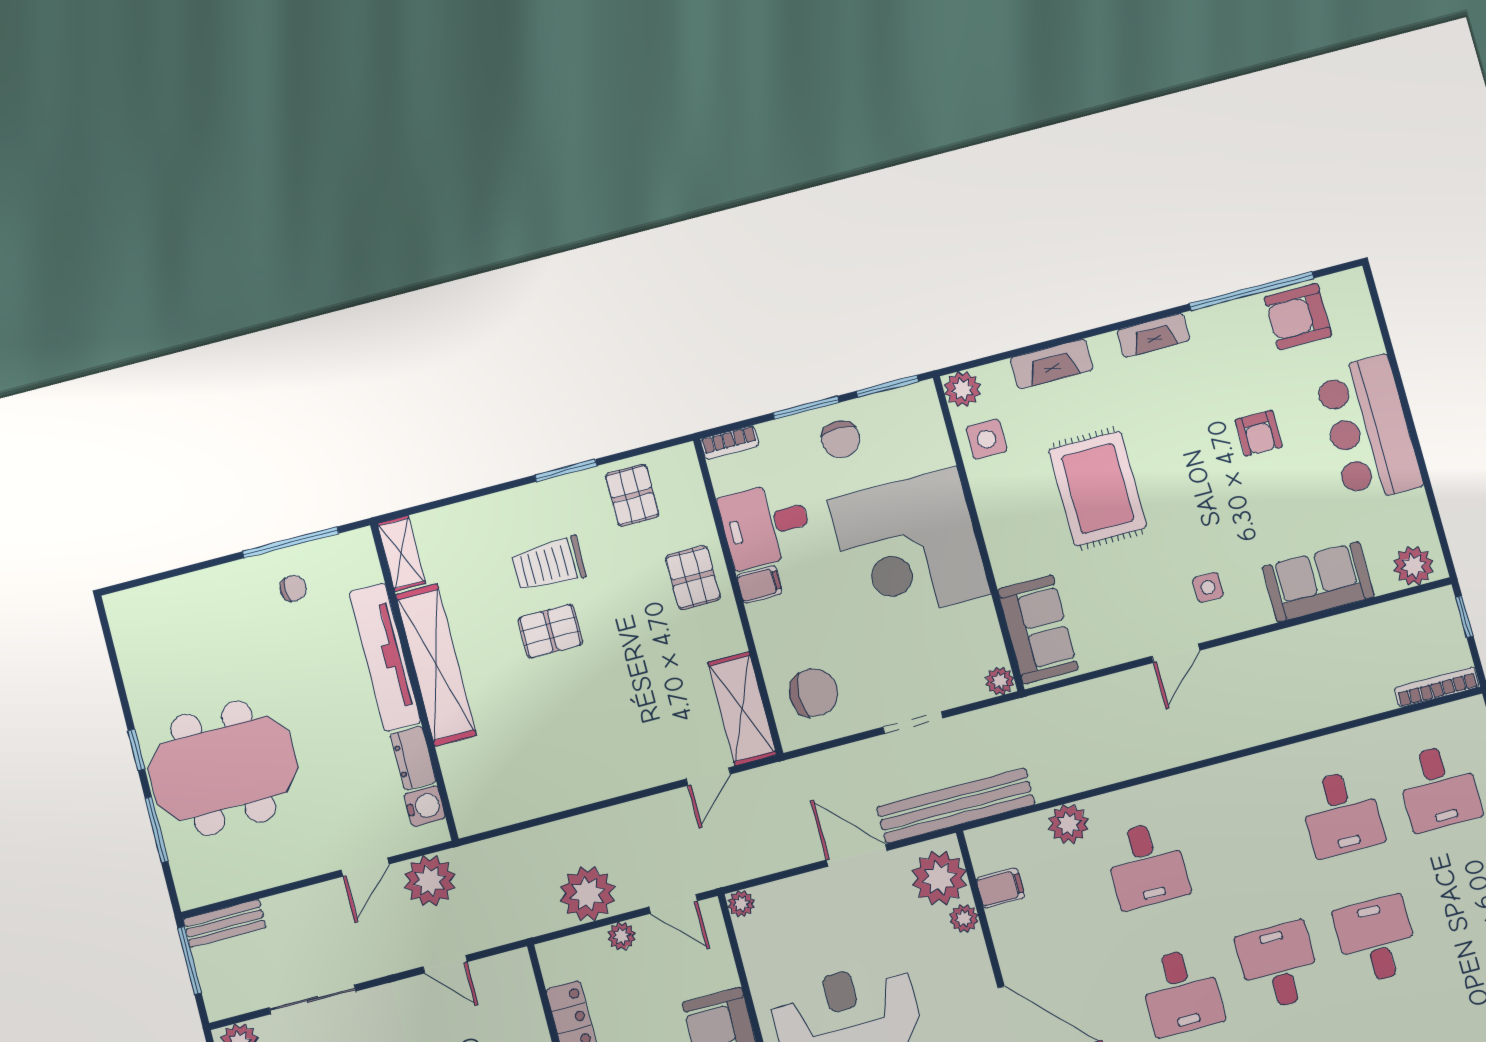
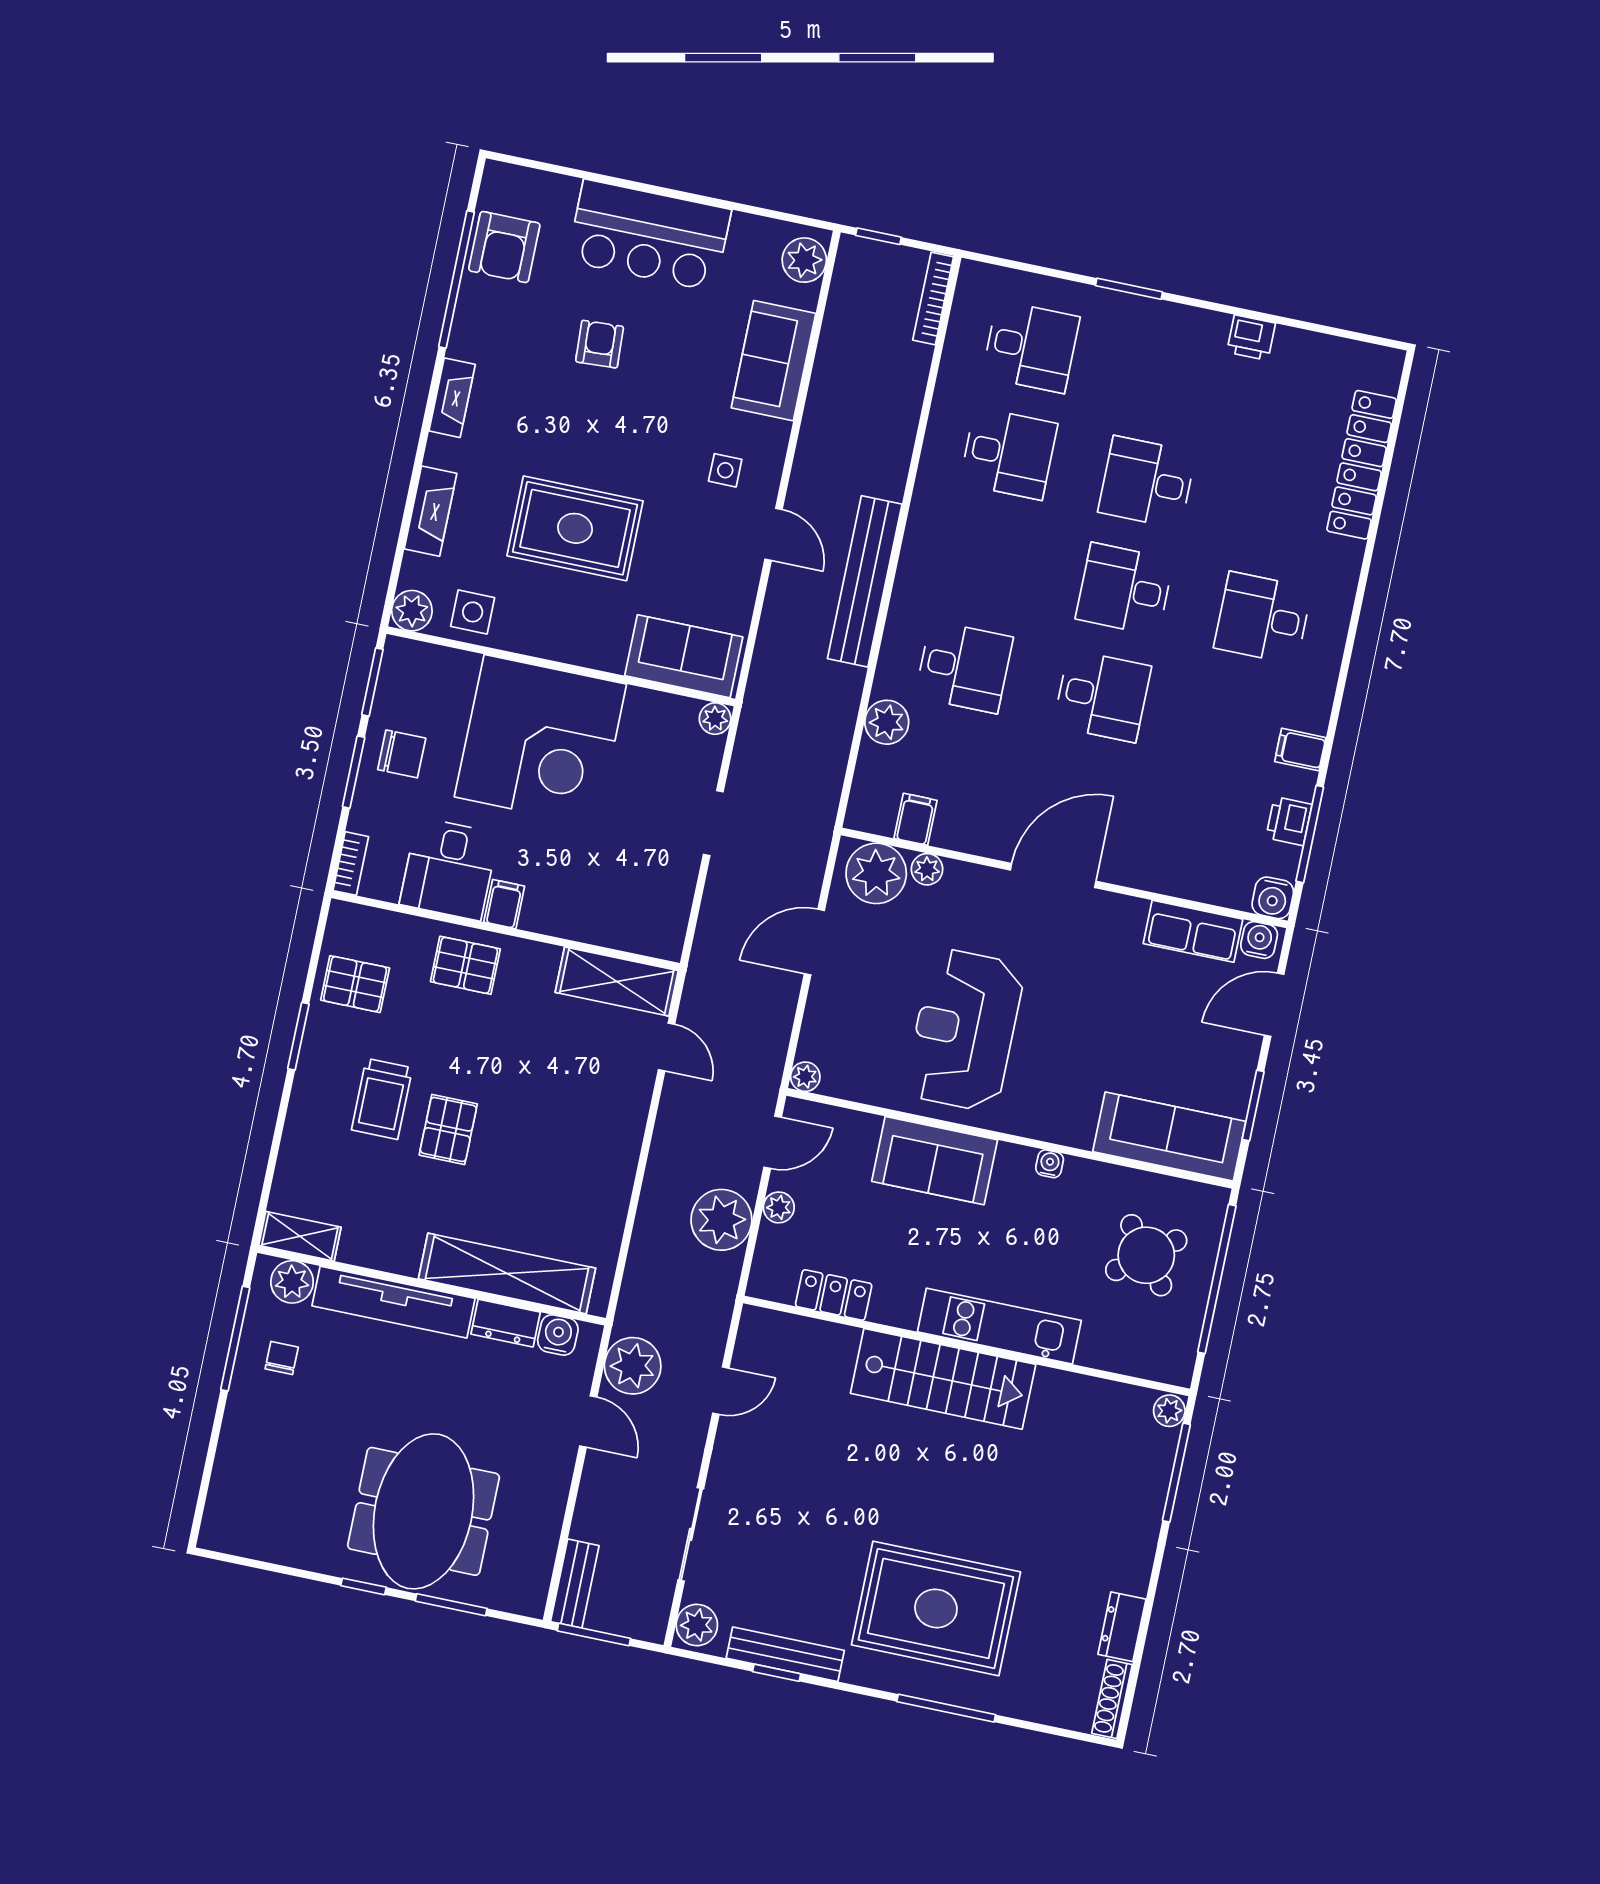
armchair: (1259, 433) -> (600, 344), turned -93
plant: (360, 566) -> (292, 1282), added
shelving: (436, 665) -> (507, 1273), moved
chair: (814, 693) -> (636, 904), removed
bench: (956, 806) -> (865, 581), moved

